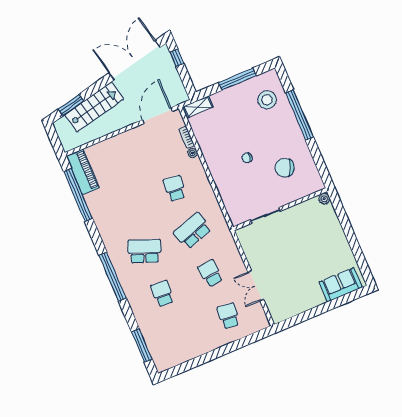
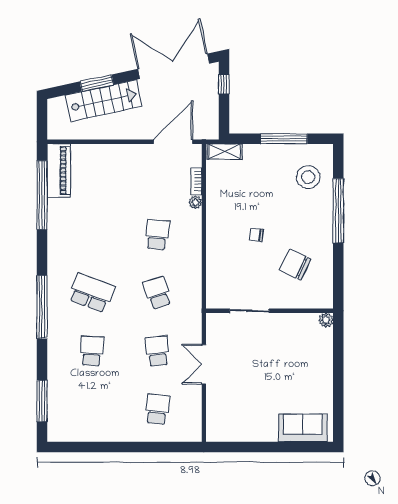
window: (71, 105) -> (97, 83), moved
school desk: (193, 231) -> (157, 293), width x0.54
double door: (256, 286) -> (204, 364), moved

